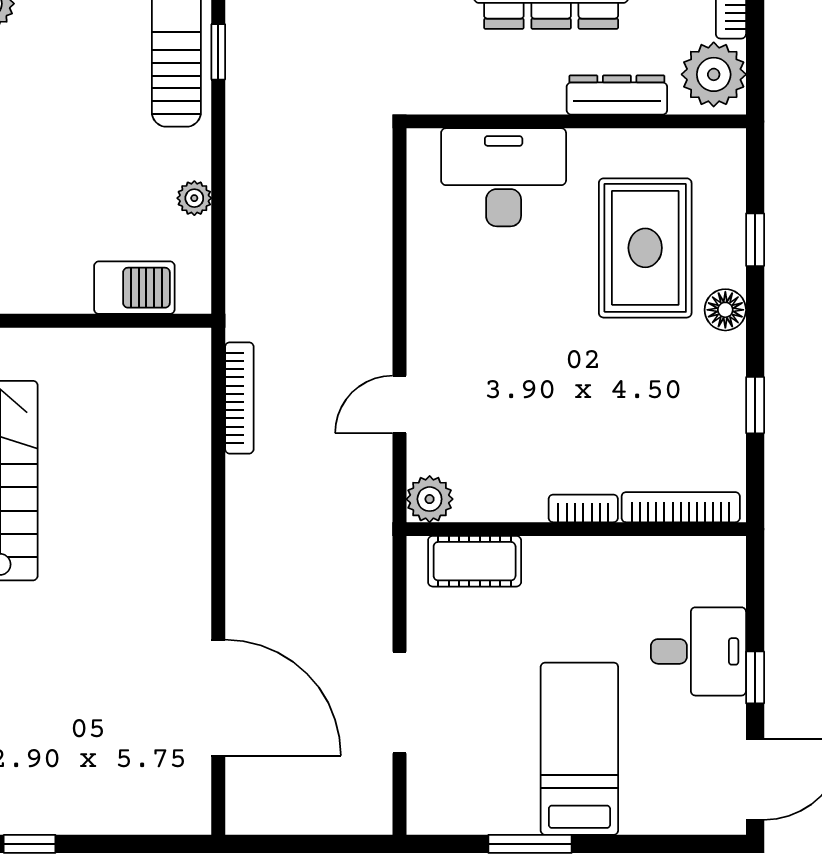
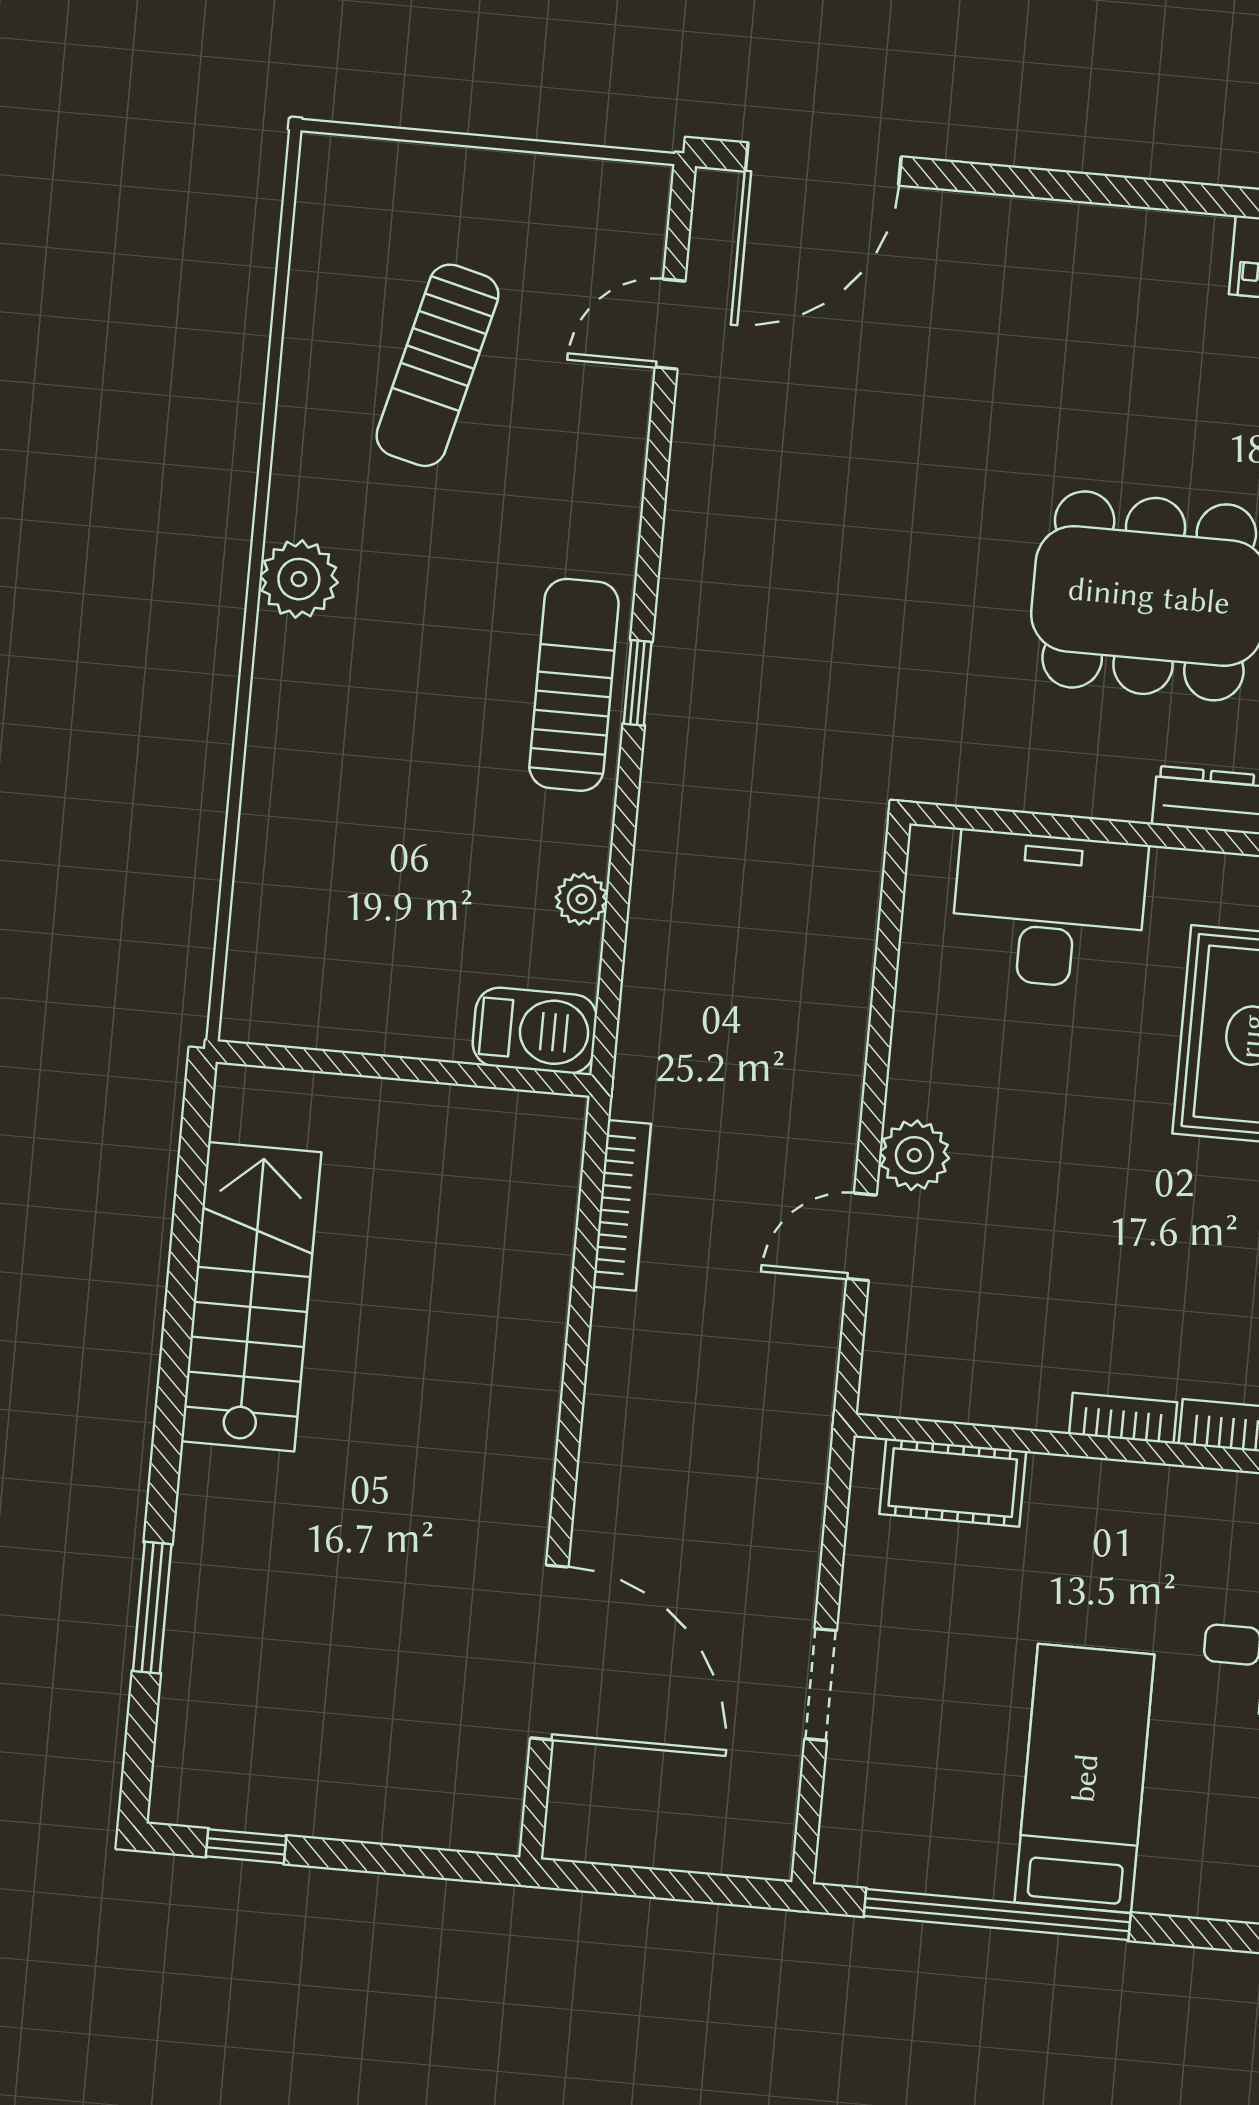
barbecue: (134, 288) -> (535, 1030), moved
plant: (430, 499) -> (914, 1155), moved
doorway: (399, 703) -> (821, 1685), width x0.73
window: (530, 844) -> (997, 1915), width x2.11

